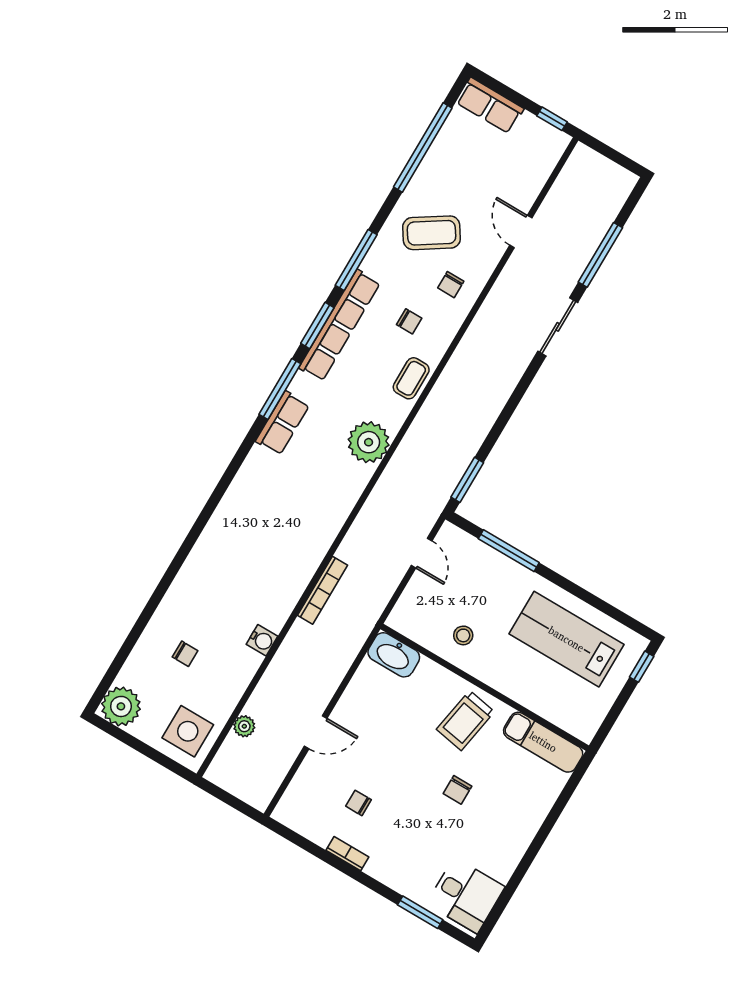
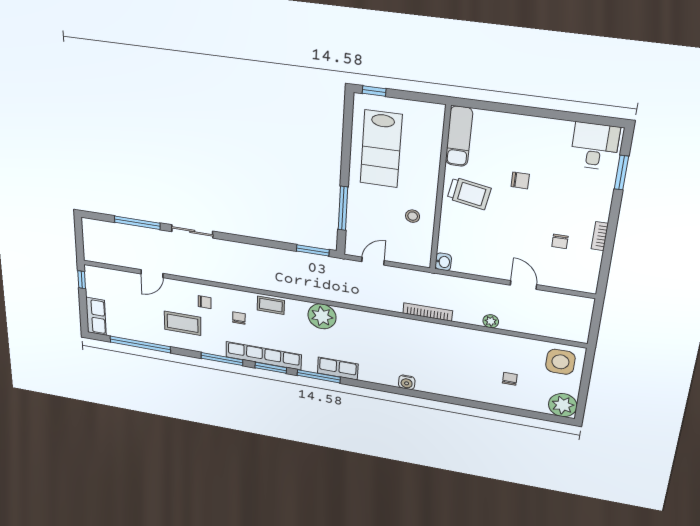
coffee table: (432, 233) -> (183, 323), turned -57
water cooler: (262, 640) -> (407, 382), moved, turned 180
washbasin: (394, 655) -> (443, 262), width x0.52, depth x0.69
plant: (244, 726) -> (491, 321), moved

